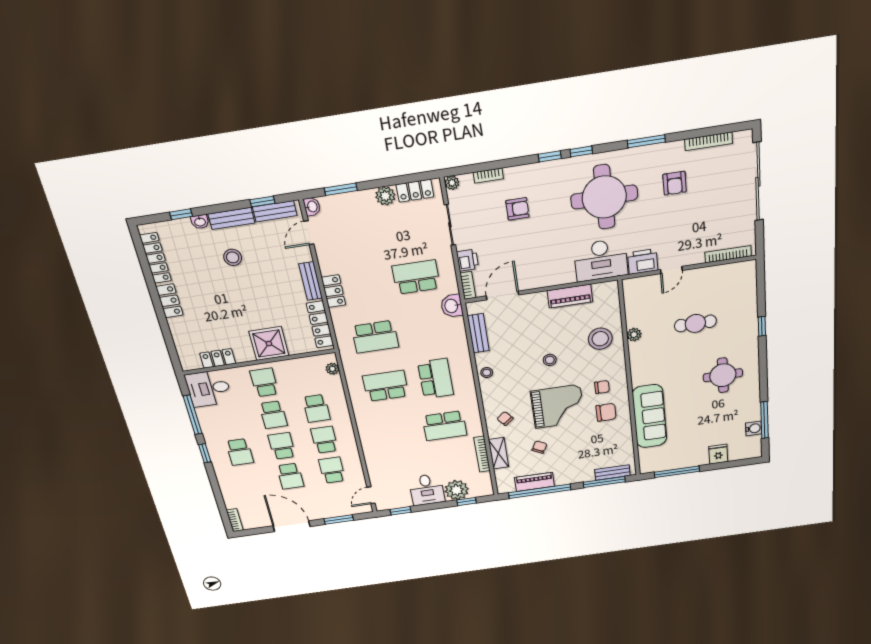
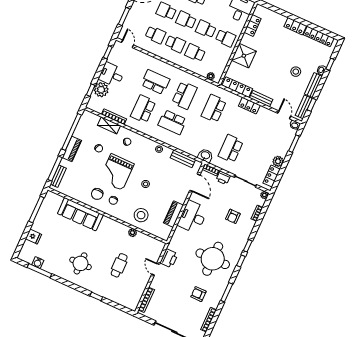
desk: (601, 260) -> (193, 217), moved
school desk: (416, 277) -> (231, 149), turned 180
school desk: (396, 433) -> (155, 82), added
school desk: (282, 446) -> (186, 20), turned 180
piano: (535, 482) -> (72, 149), moved

